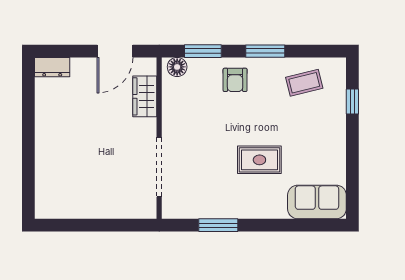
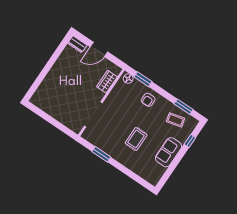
door: (115, 51) -> (99, 49), moved
window: (265, 51) -> (184, 107), moved
rug: (259, 160) -> (136, 139), turned 90
sofa: (317, 202) -> (169, 152), moved, turned -90

